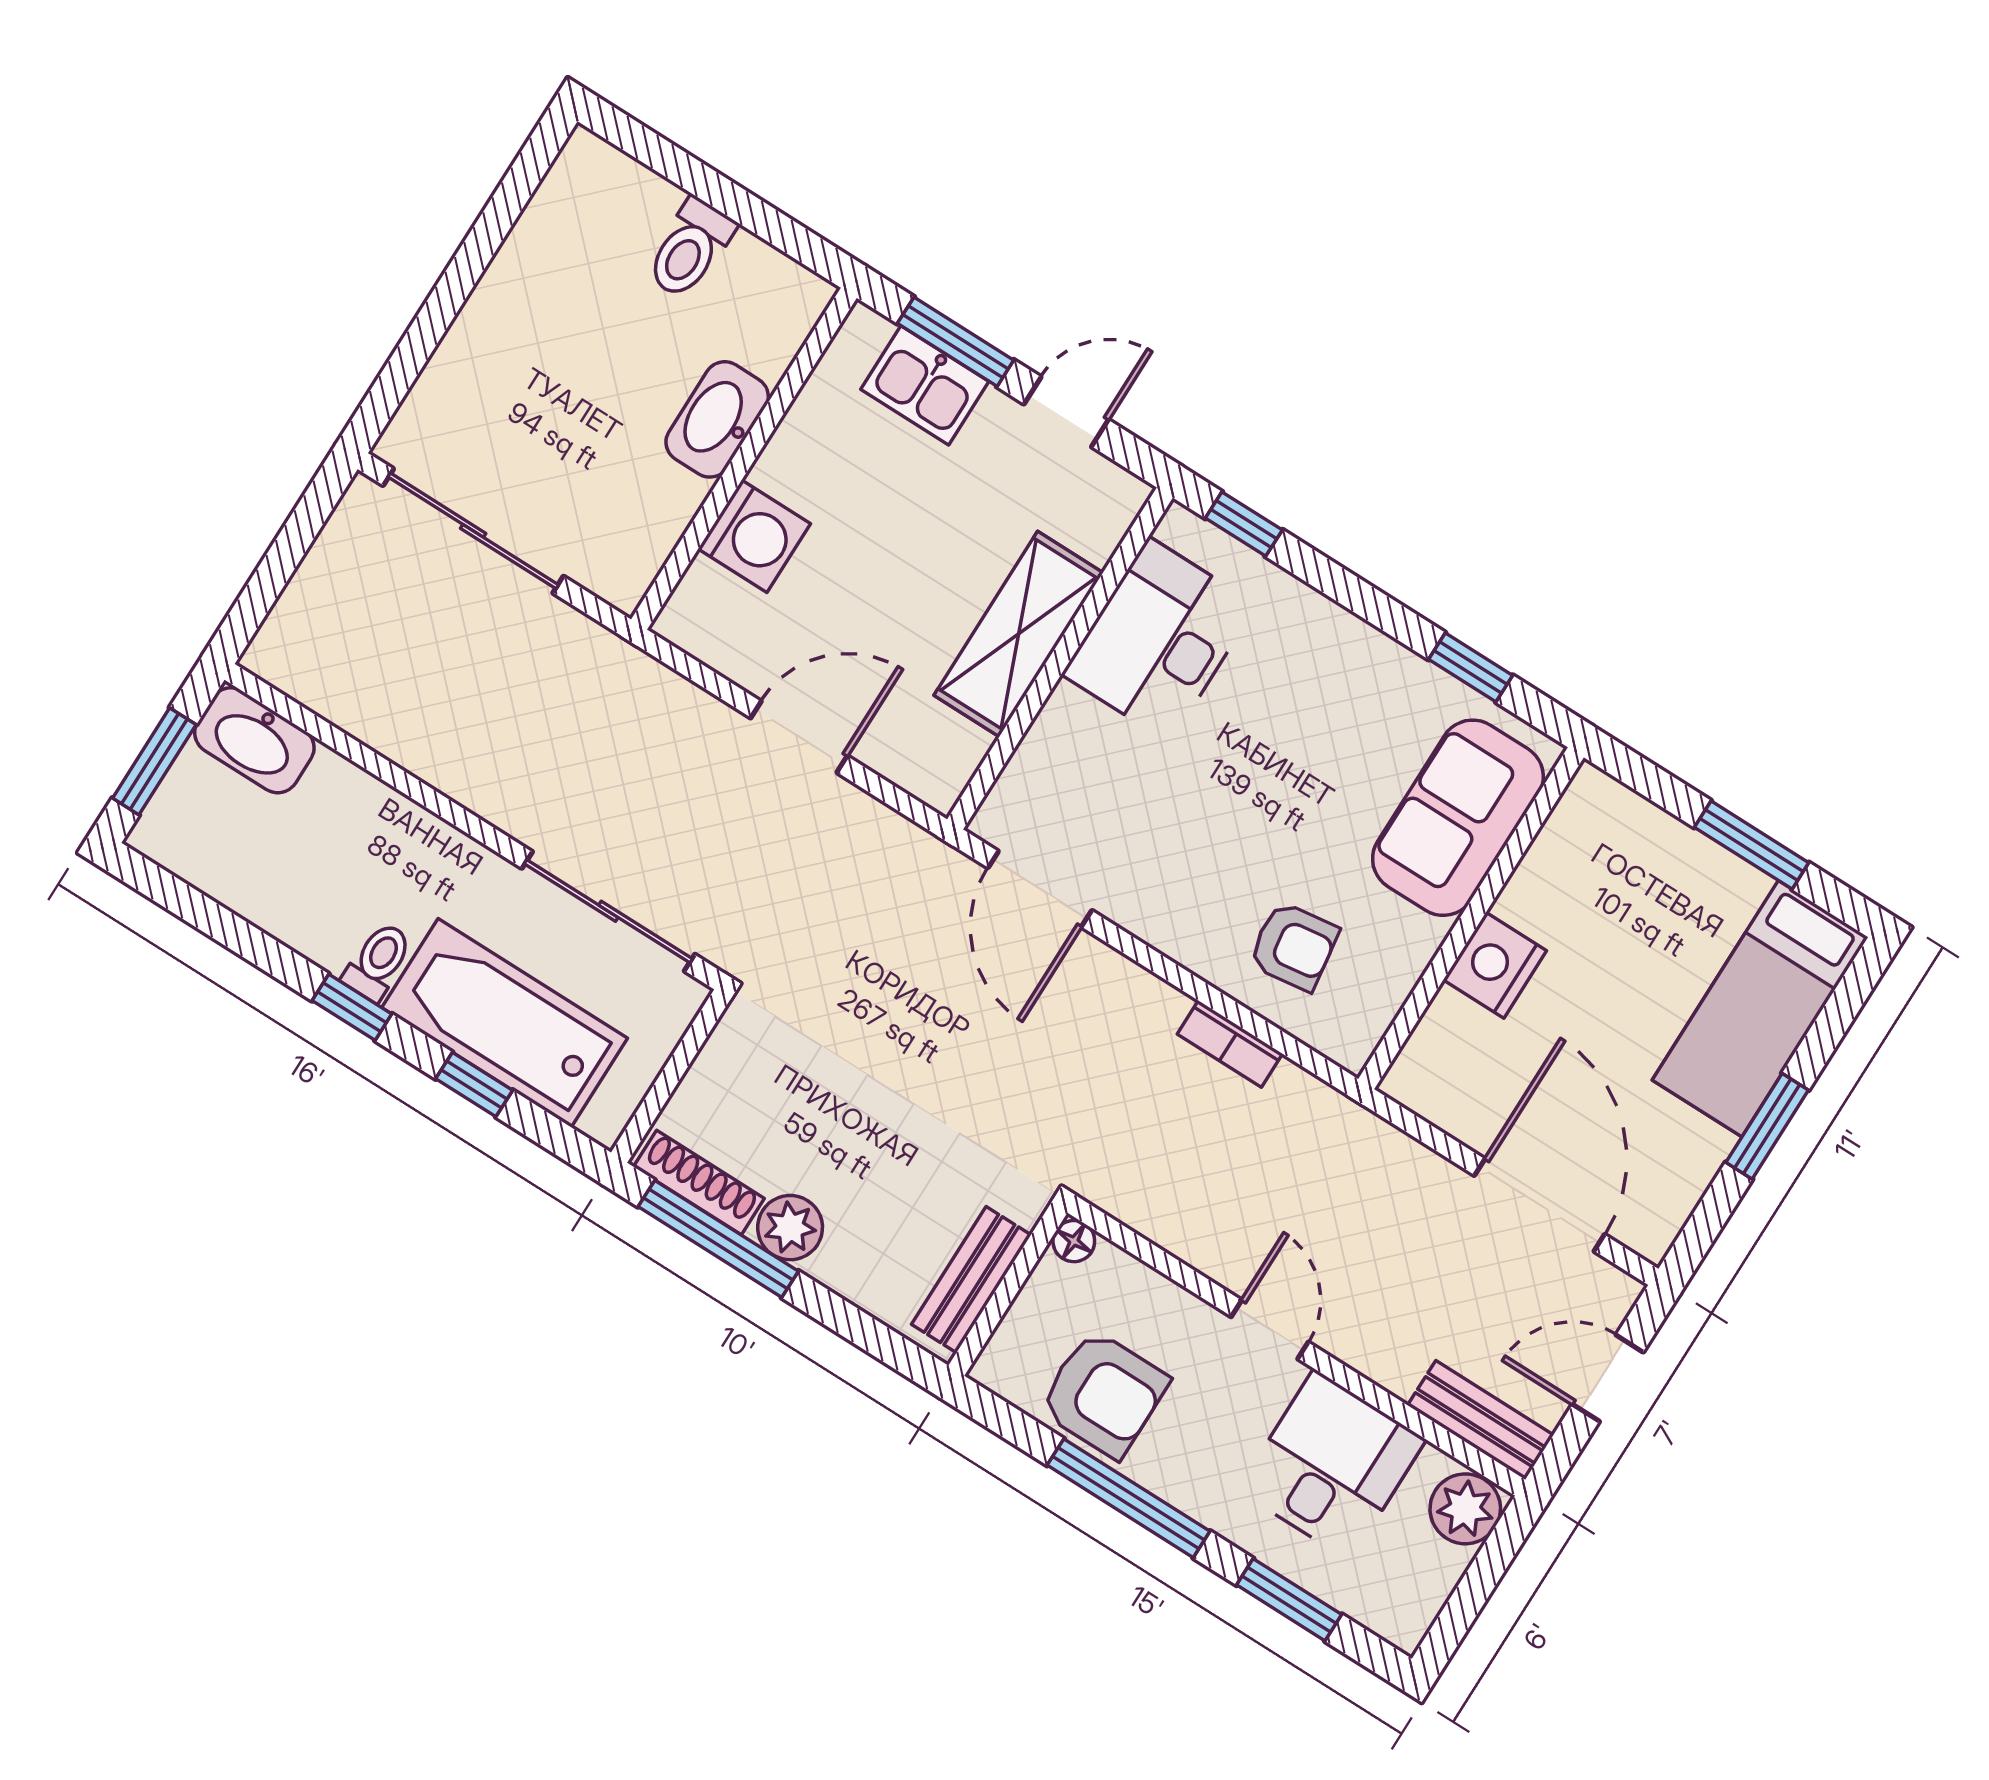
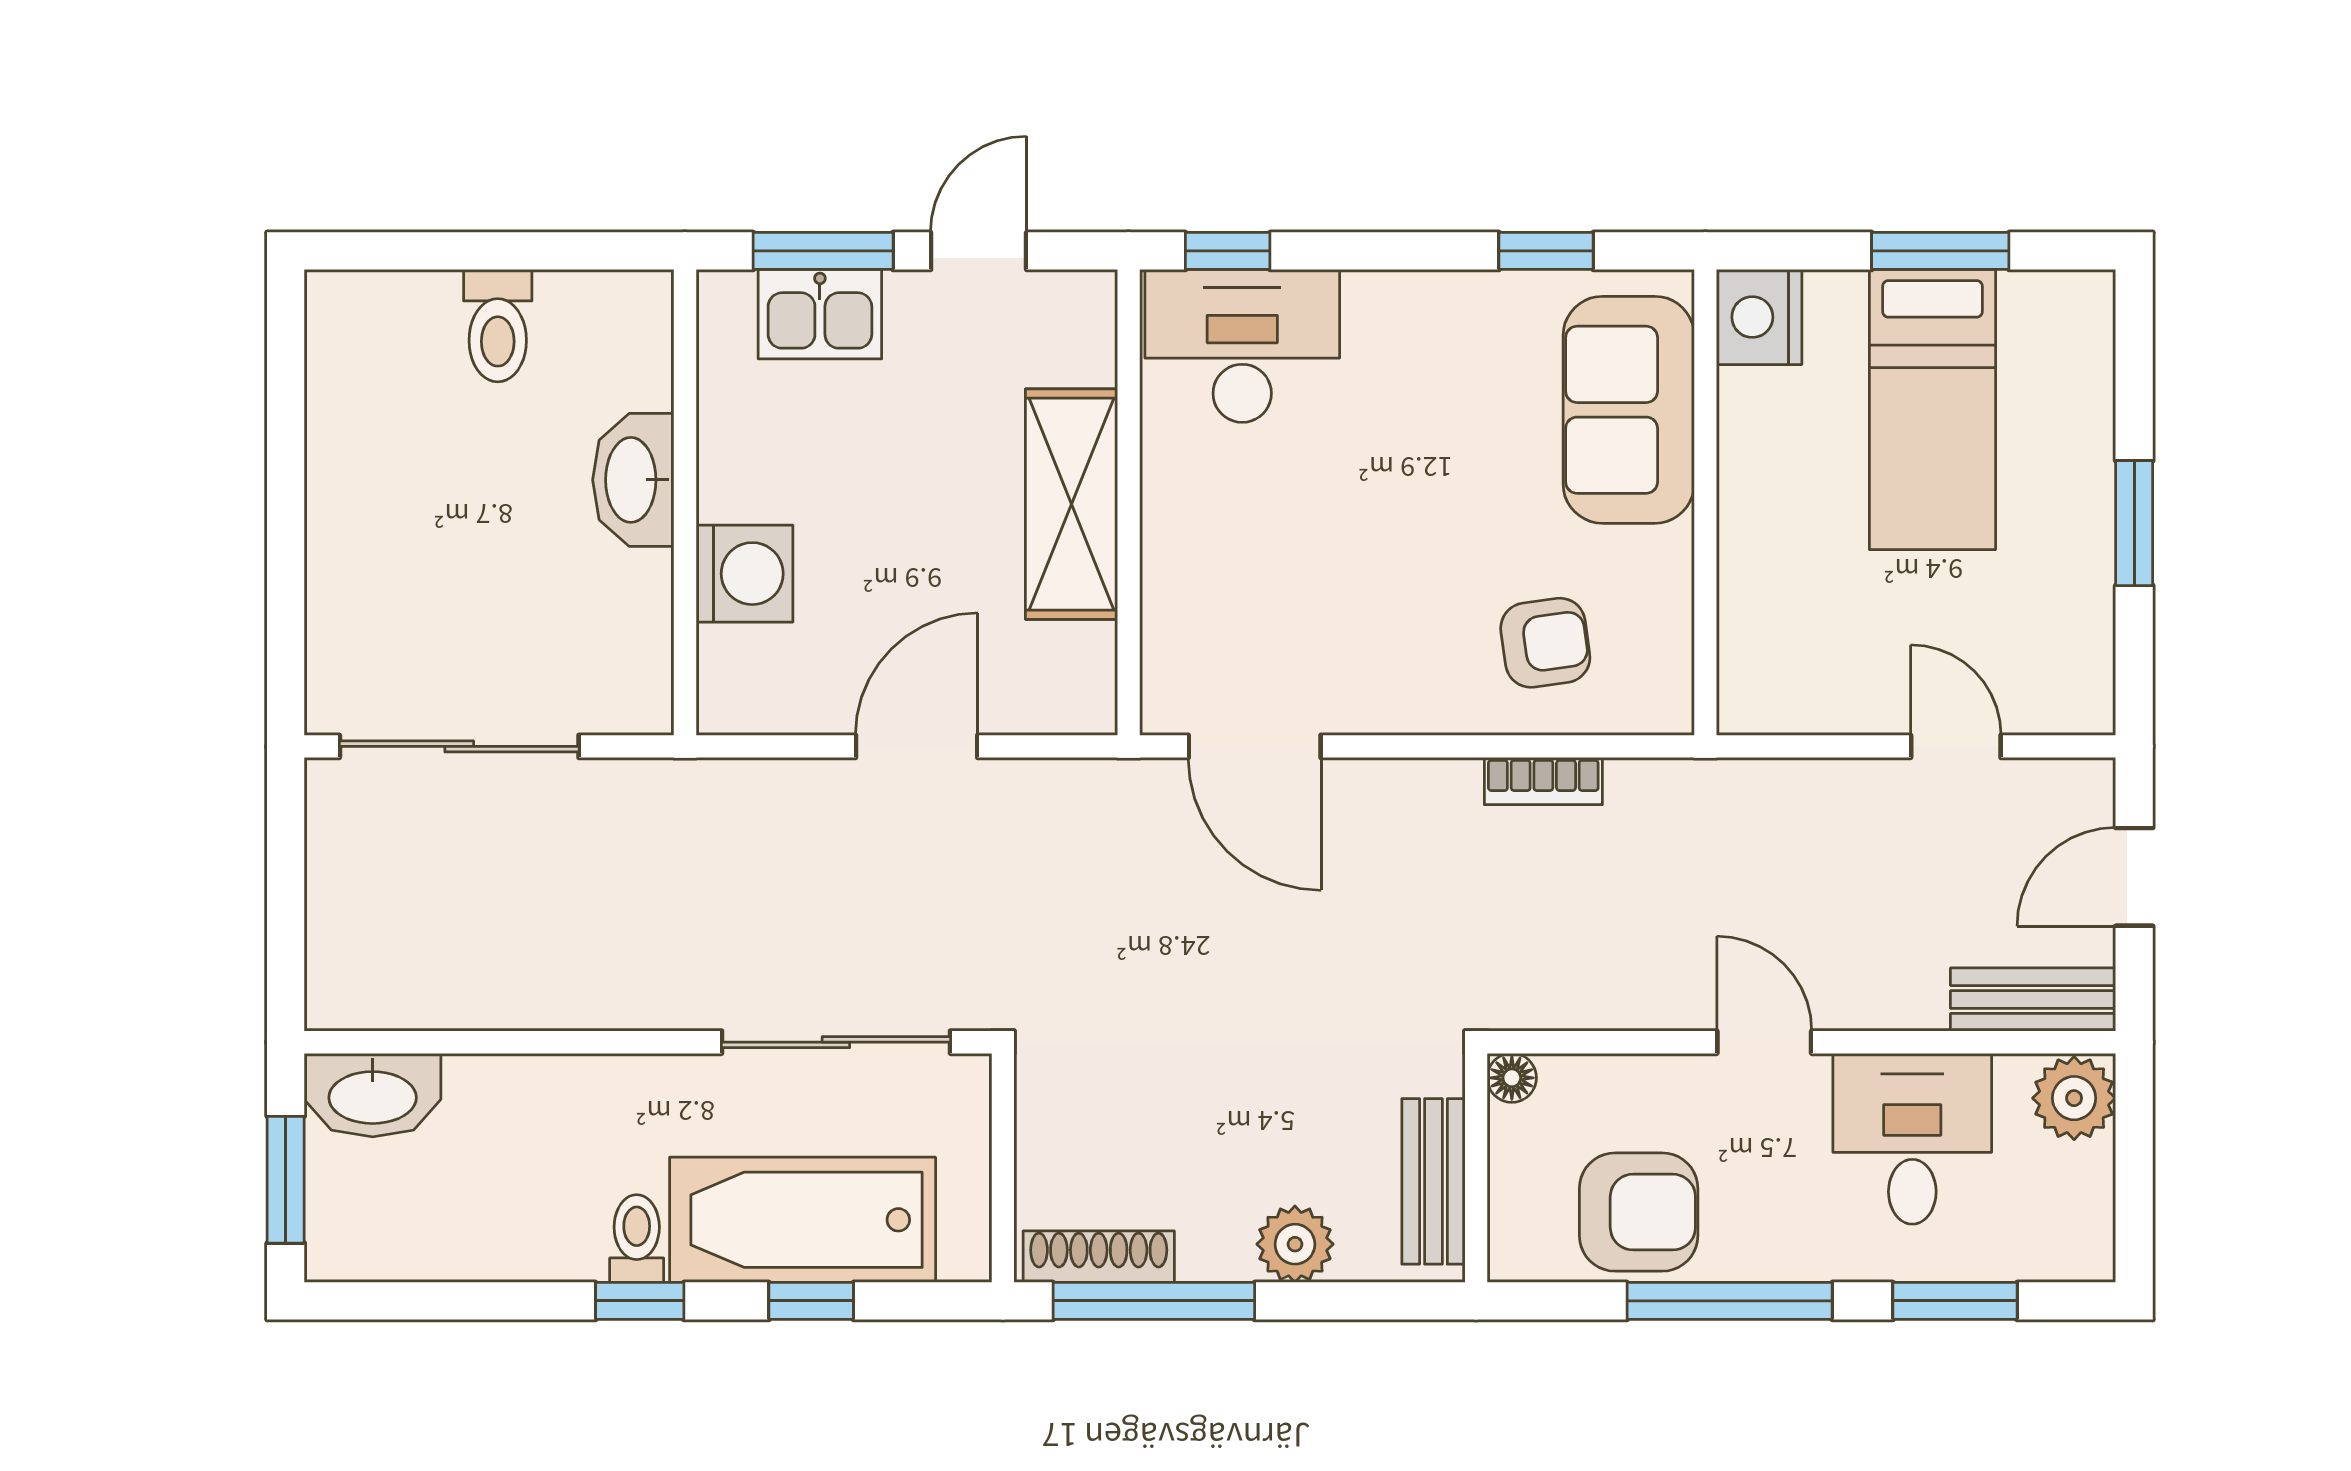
desk: (1159, 640) -> (1242, 346), moved, turned 90
nightstand: (1495, 965) -> (1759, 317), moved
bed: (1760, 1009) -> (1933, 410), moved
door: (1539, 1205) -> (1956, 746), width x0.53
plant: (790, 1228) -> (1295, 1244), moved

